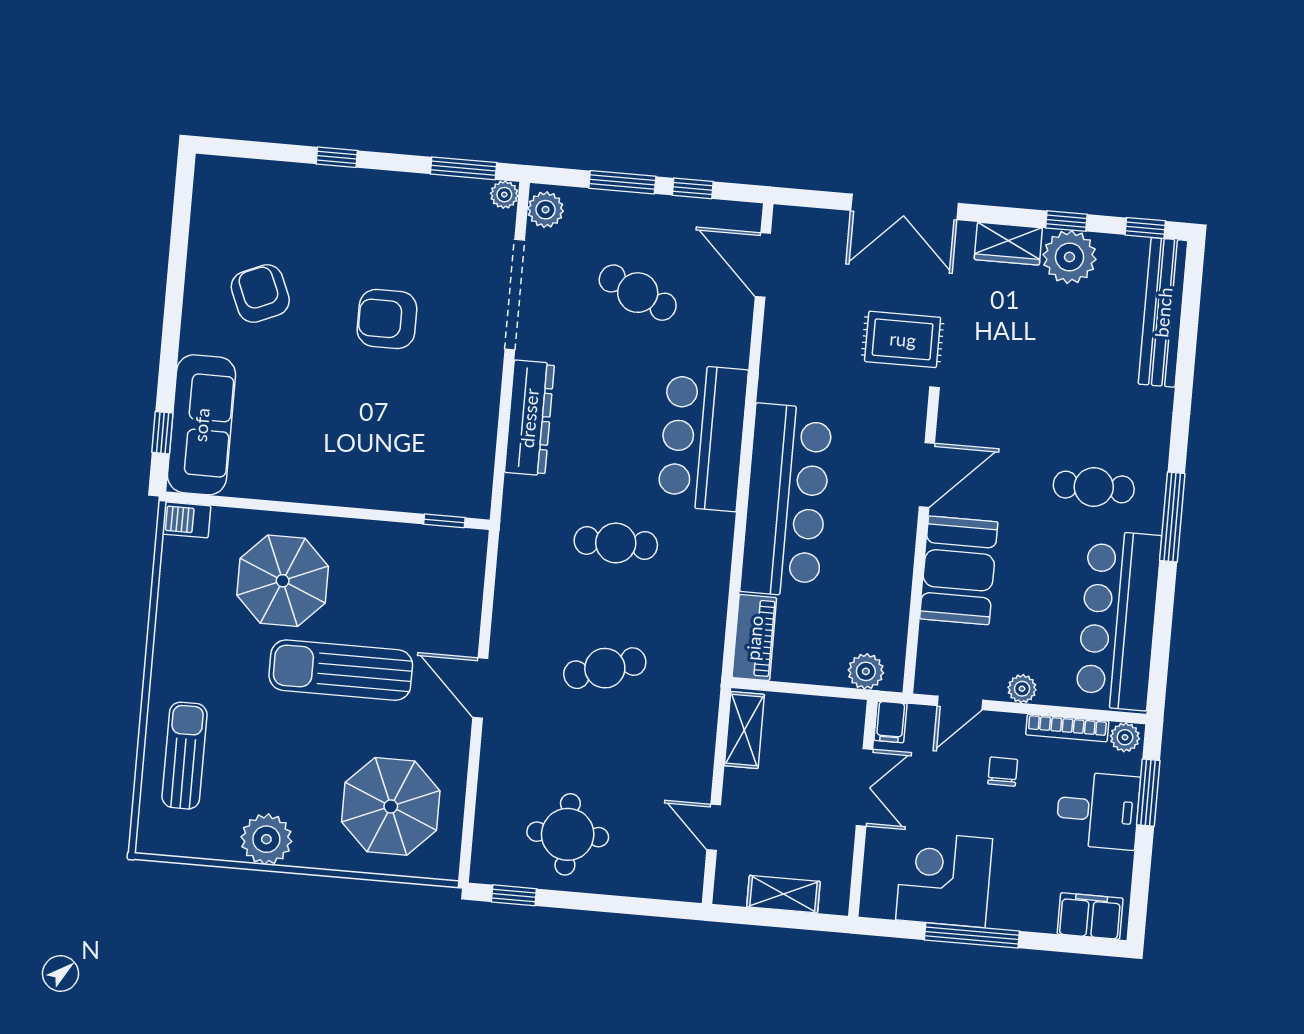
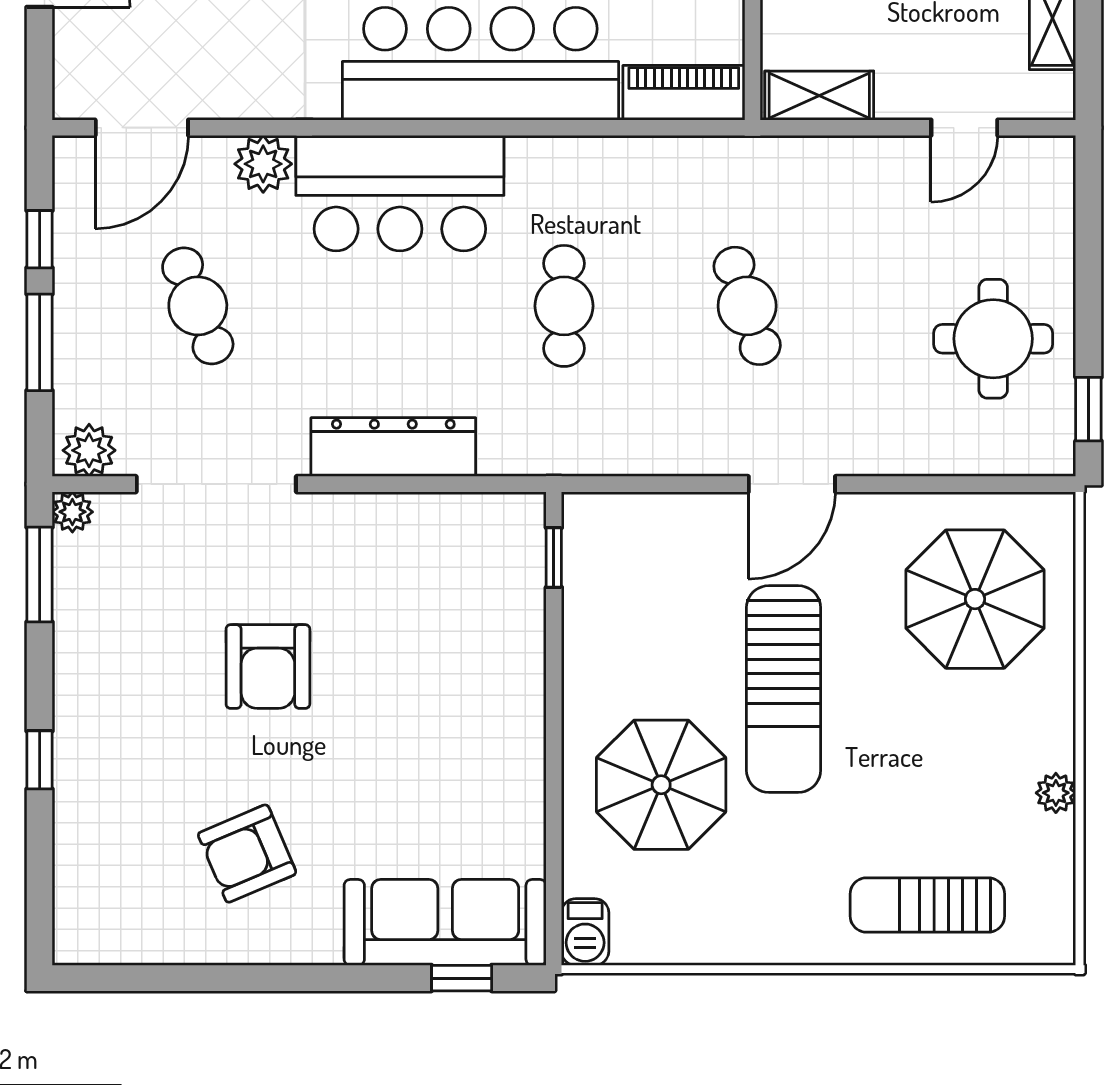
cafe table: (638, 293) -> (198, 306), turned -45
plant: (731, 346) -> (263, 164), added
plant: (266, 839) -> (1056, 793), width x0.53, depth x0.53

